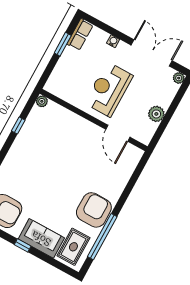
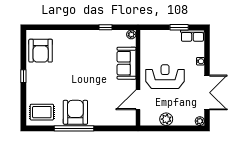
armchair: (94, 210) -> (75, 112), turned -90
window: (102, 237) -> (74, 128), moved
sofa: (41, 238) -> (127, 63), moved, turned 180

